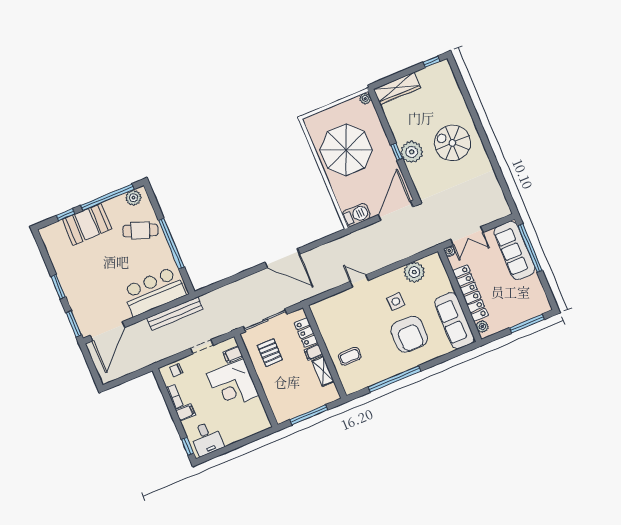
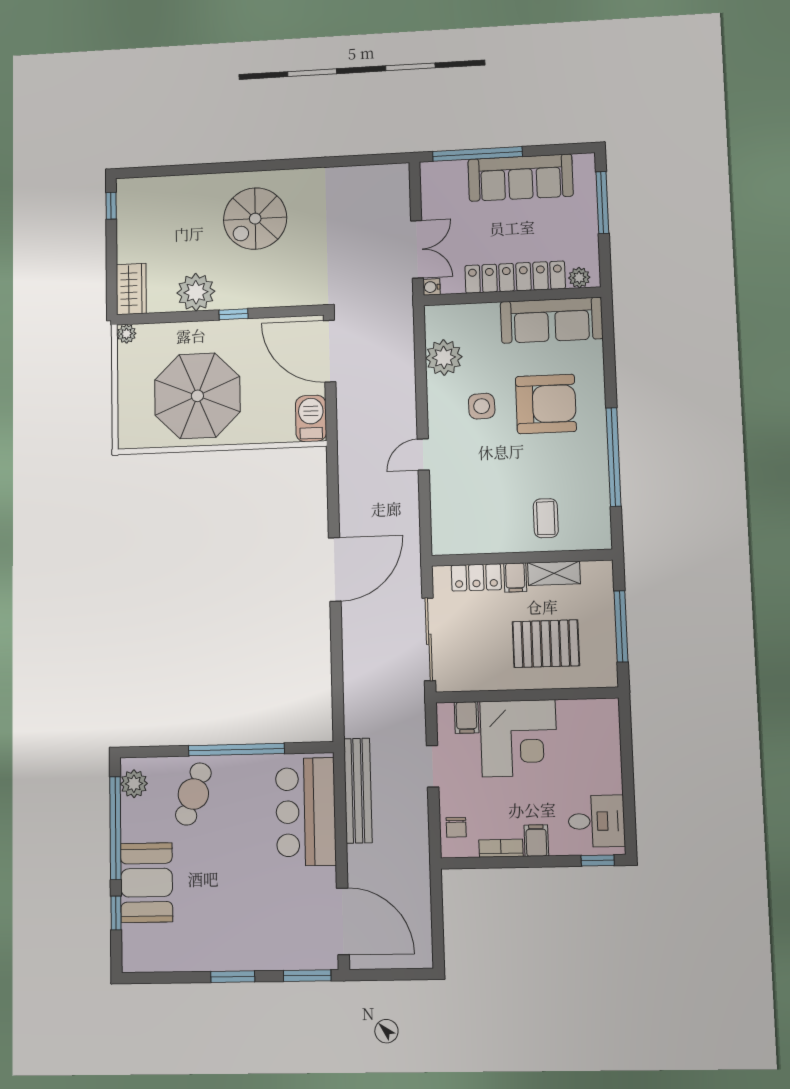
wardrobe: (397, 88) -> (131, 289), width x0.67
plant: (412, 152) -> (196, 292), moved
sofa: (514, 250) -> (521, 178), moved
pallet: (270, 353) -> (546, 644), moved, width x1.50, depth x1.42

